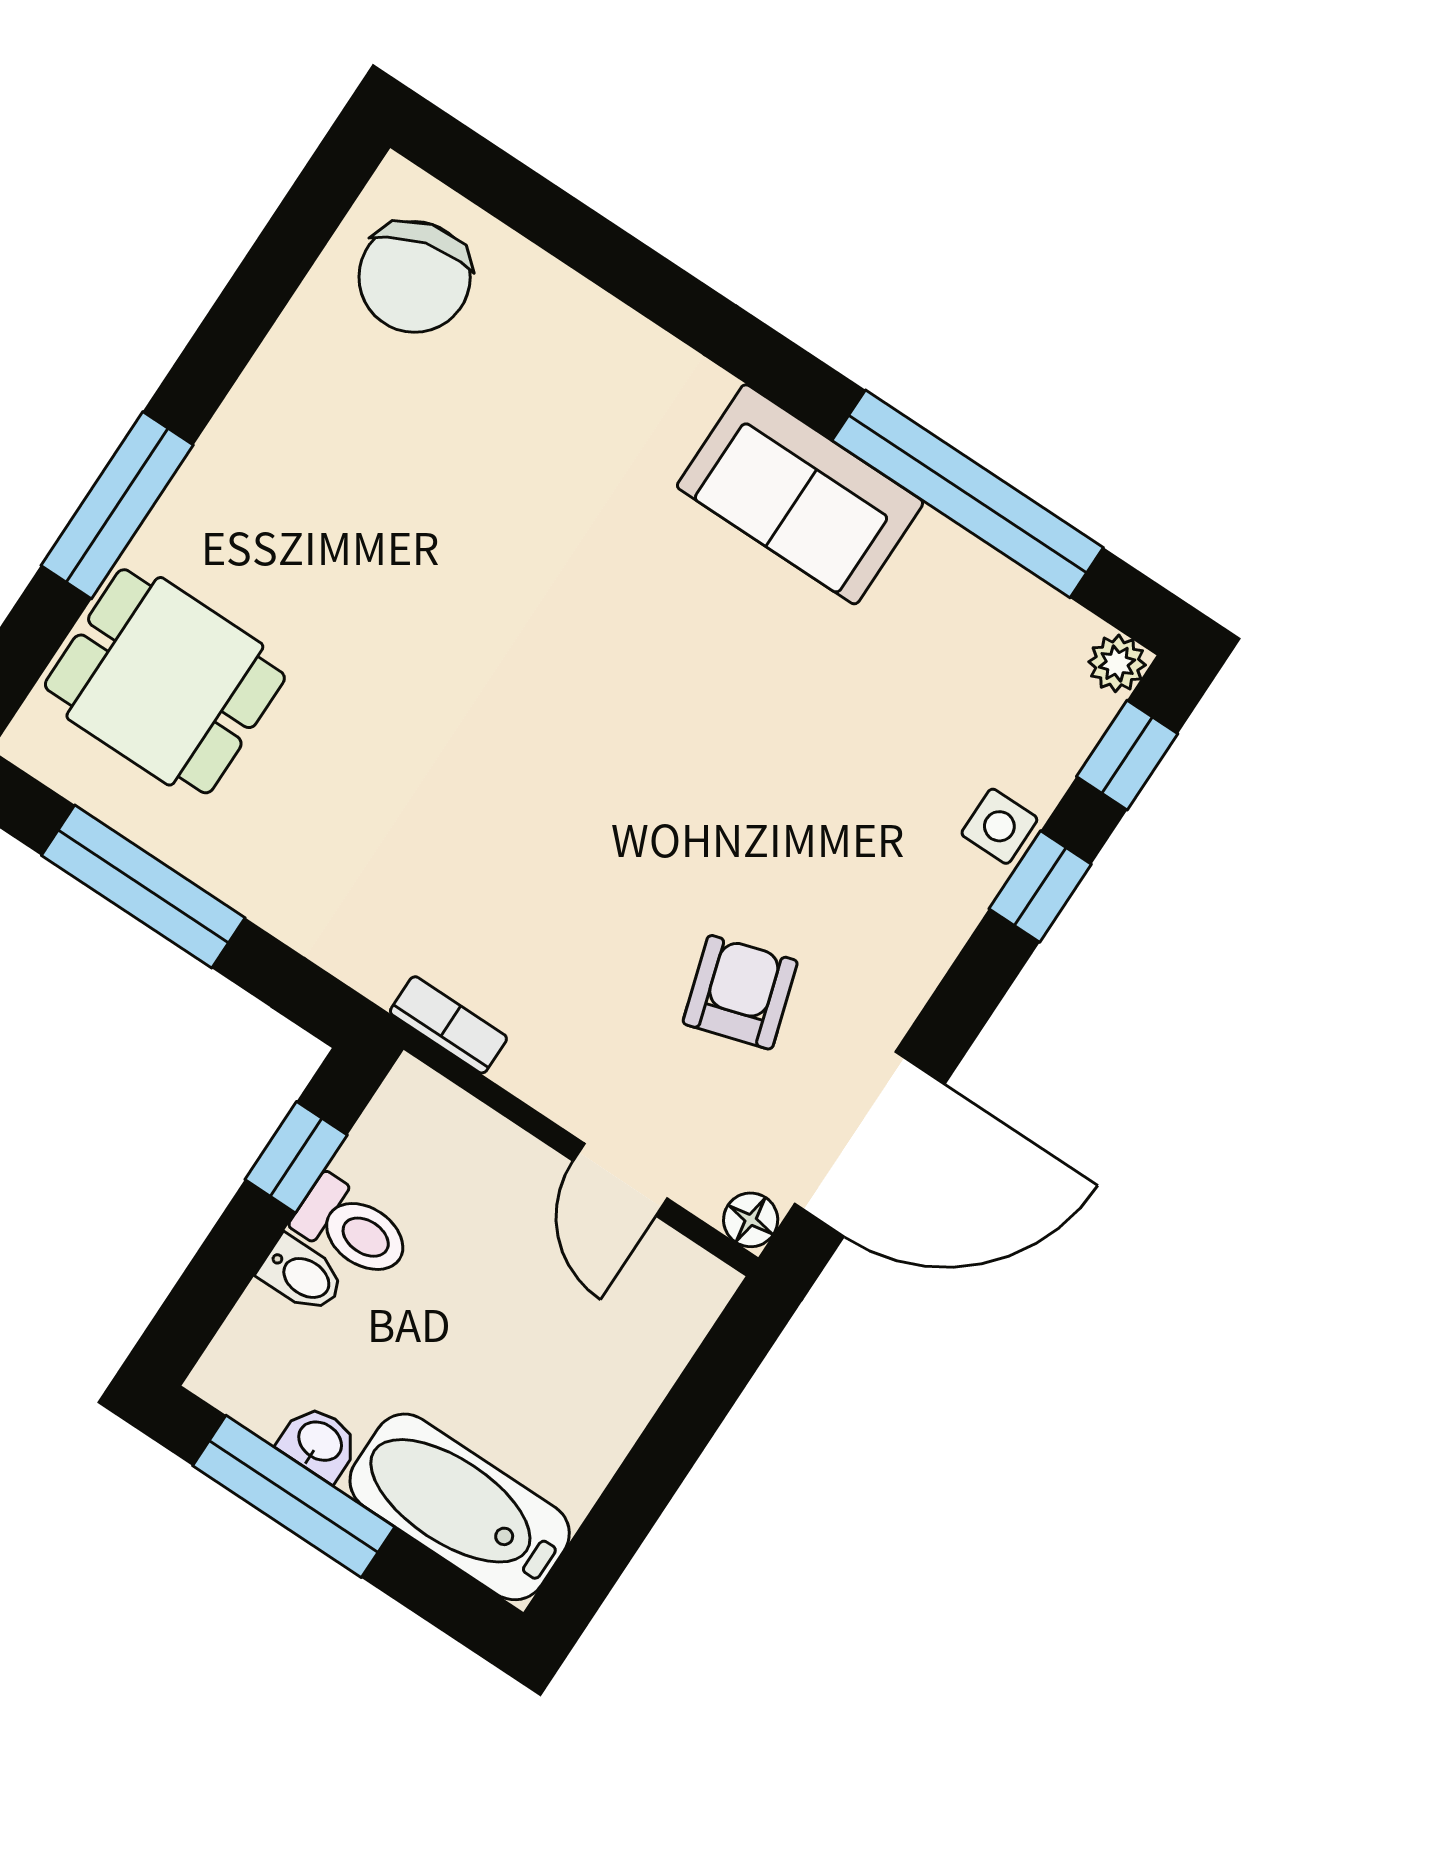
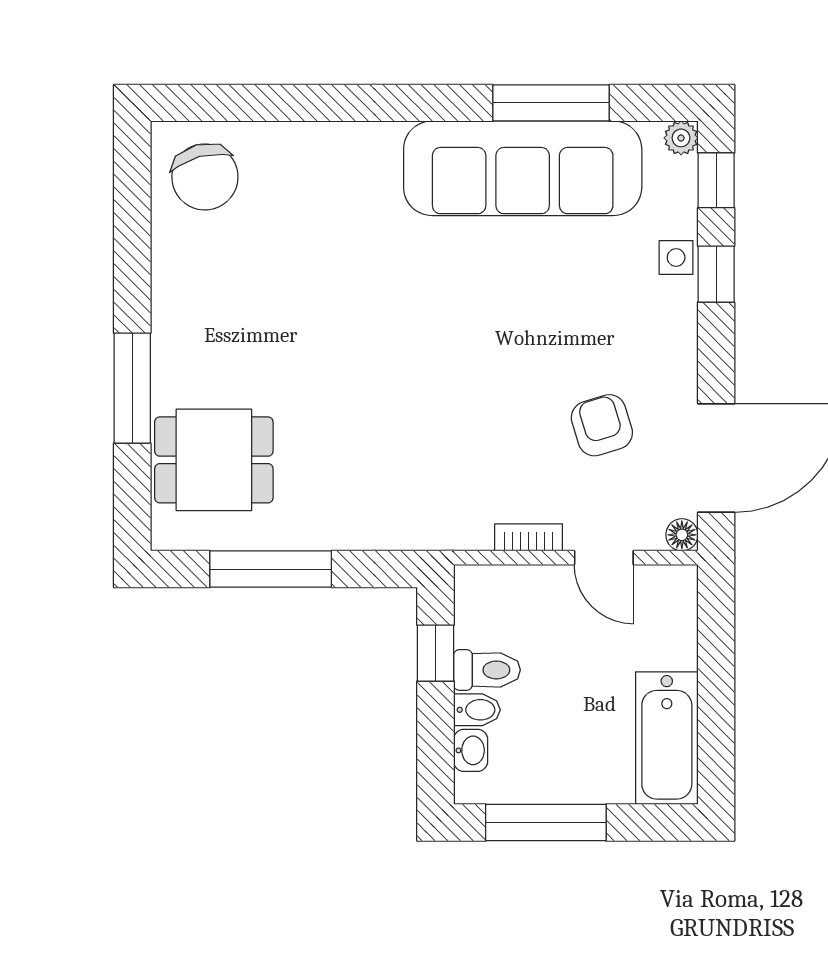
sofa: (800, 494) -> (523, 168), width x1.85, depth x1.27
window: (968, 494) -> (551, 103), width x0.68
bookcase: (448, 1025) -> (529, 537), moved
washbasin: (319, 1443) -> (471, 750), moved, turned 90
bathtub: (460, 1507) -> (667, 738), moved, turned -90

